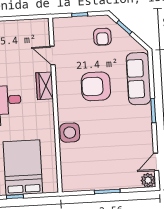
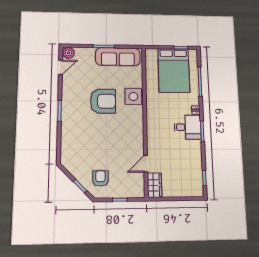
door: (52, 56) -> (146, 164), swing flipped
sofa: (139, 79) -> (118, 57), moved, turned 90
wardrobe: (45, 86) -> (155, 185), moved
armchair: (96, 86) -> (103, 101), moved

